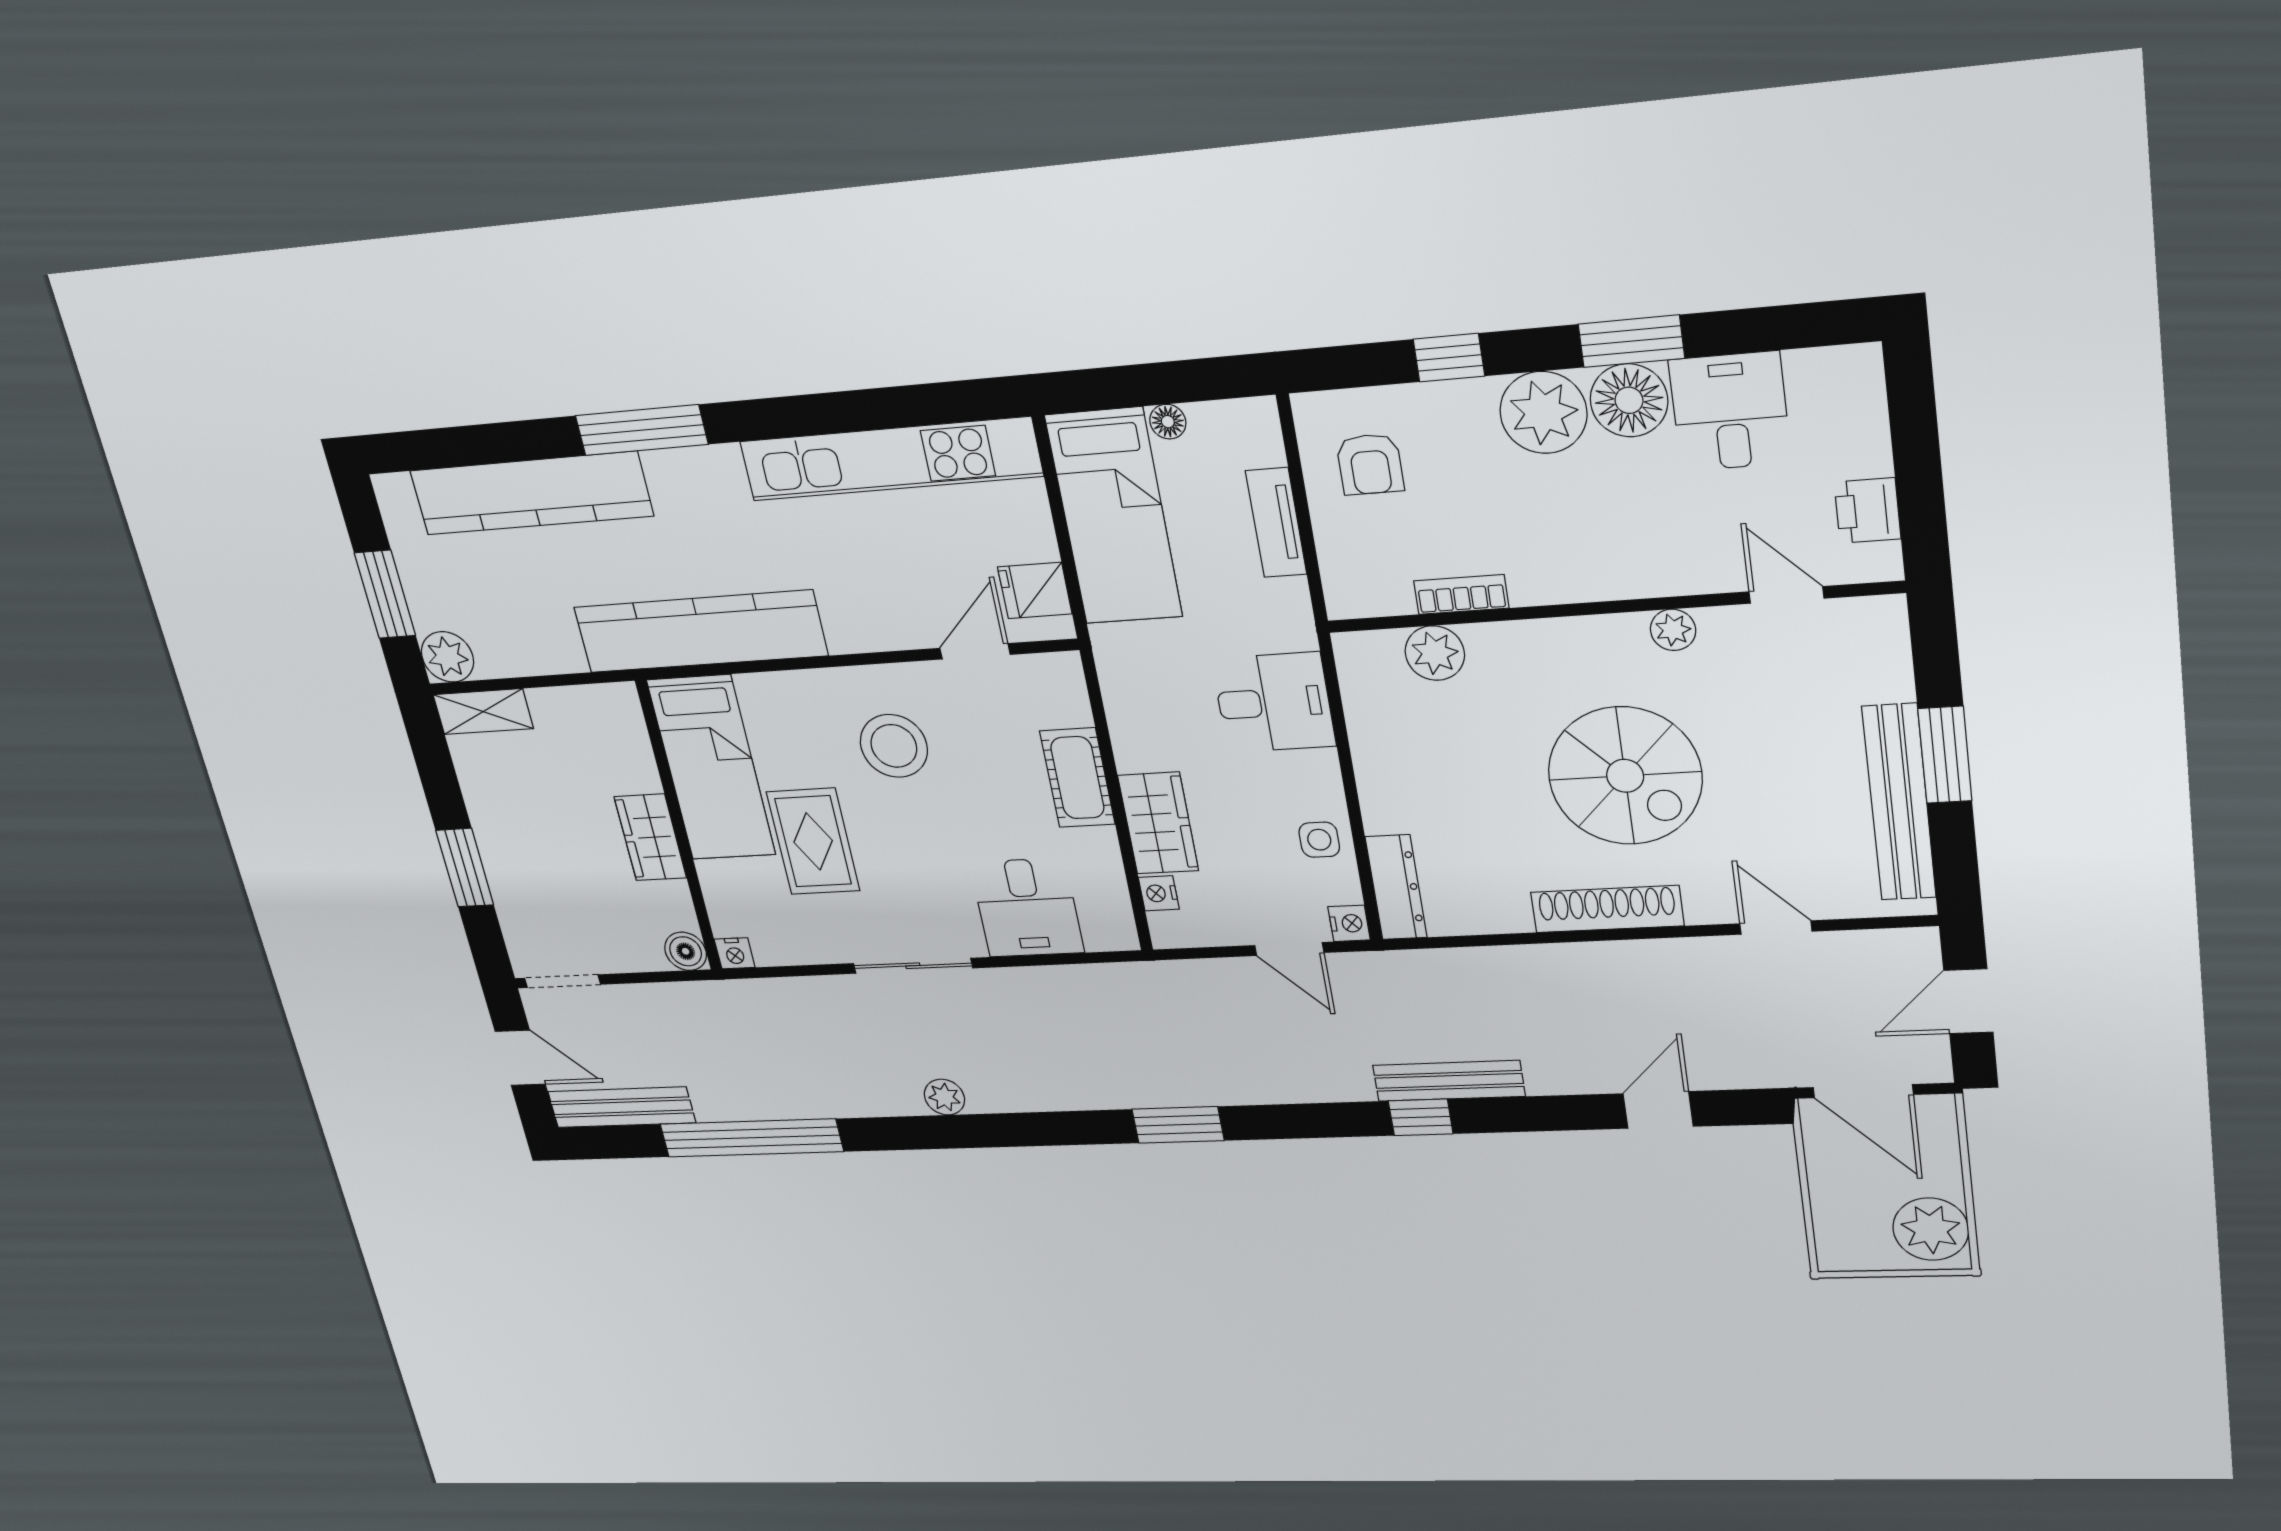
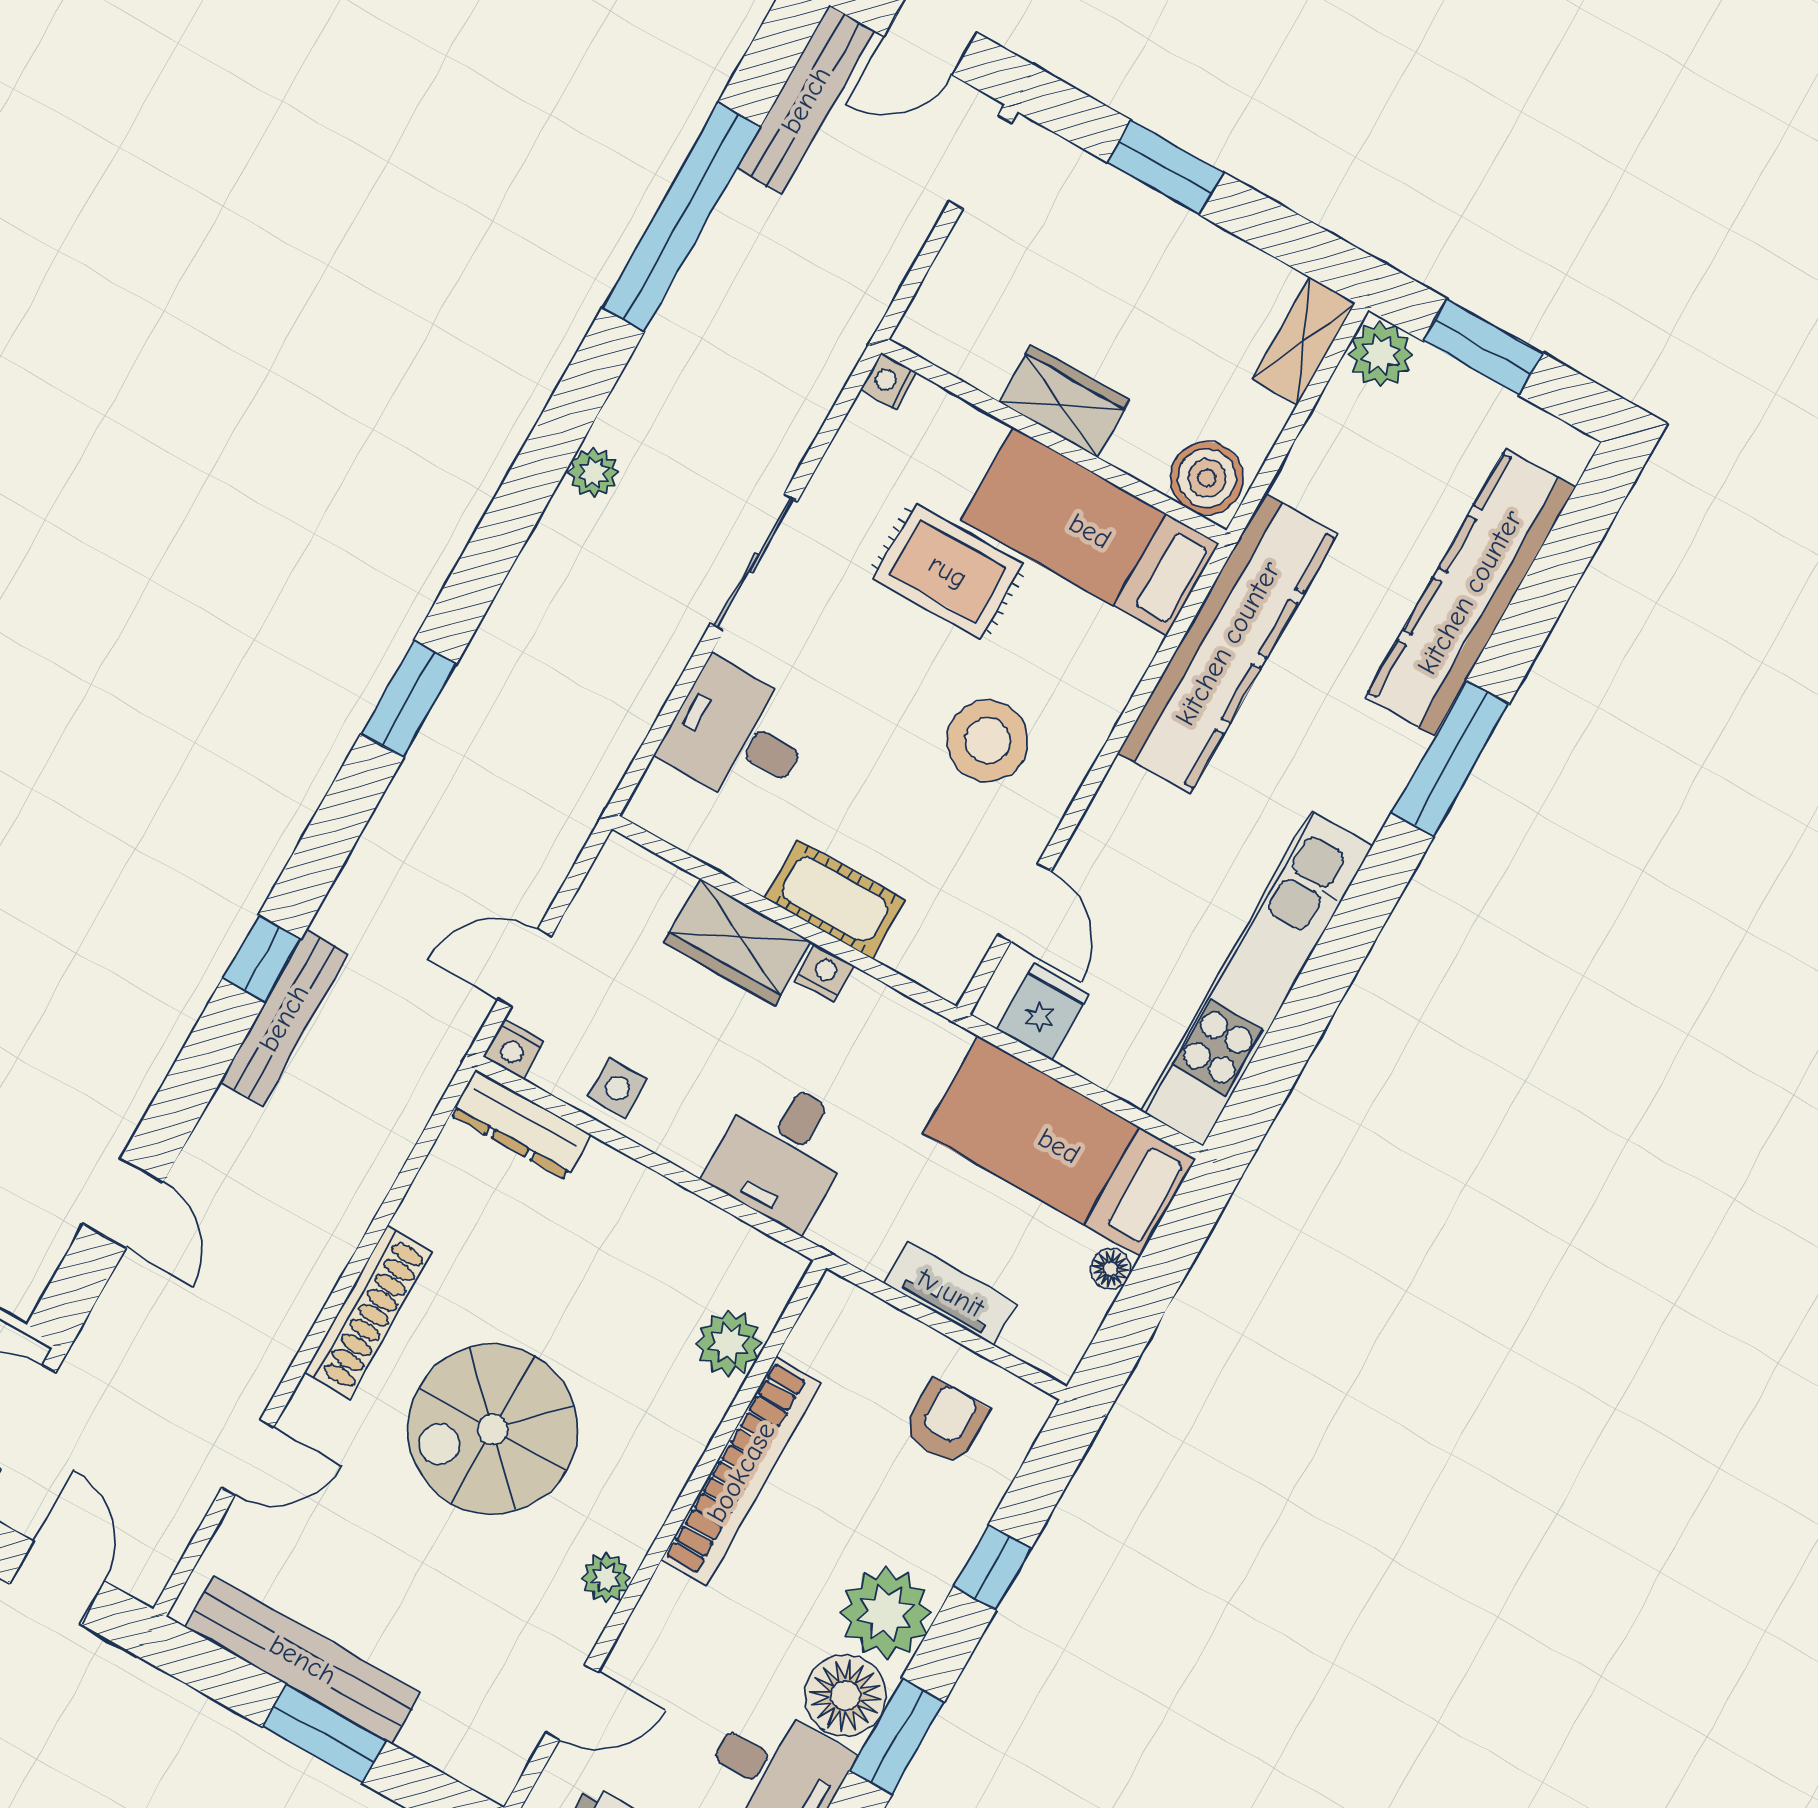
armchair: (1370, 464) -> (945, 1422), turned 90
bookcase: (1461, 595) -> (741, 1472), width x2.31, depth x1.31
nightstand: (1159, 893) -> (824, 973), moved
boiler: (686, 951) -> (1207, 478), moved, width x1.36, depth x1.36

